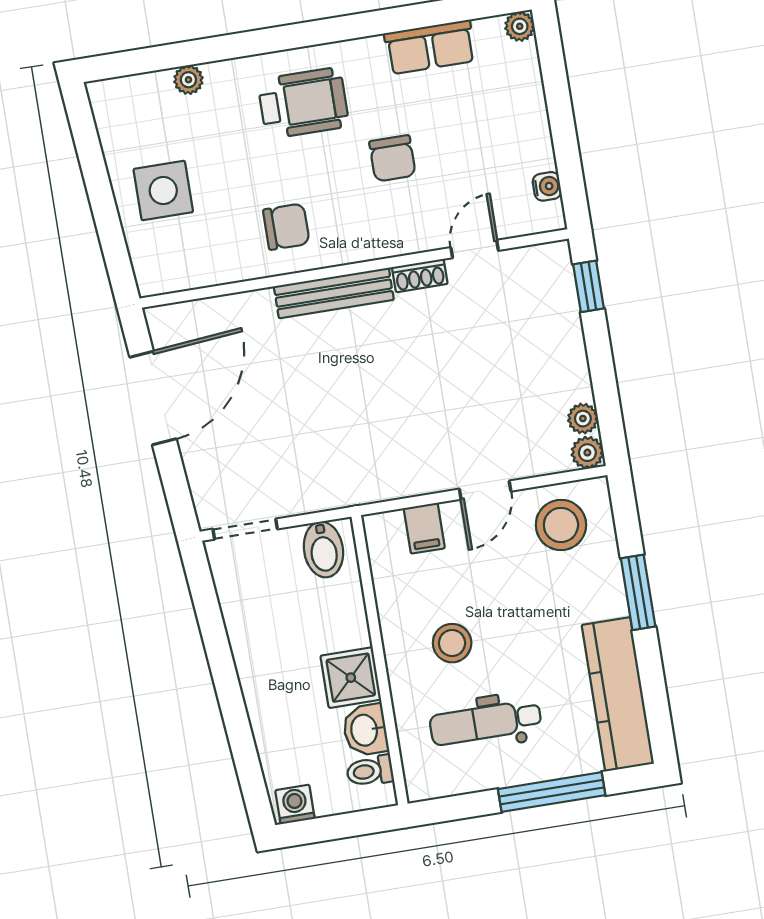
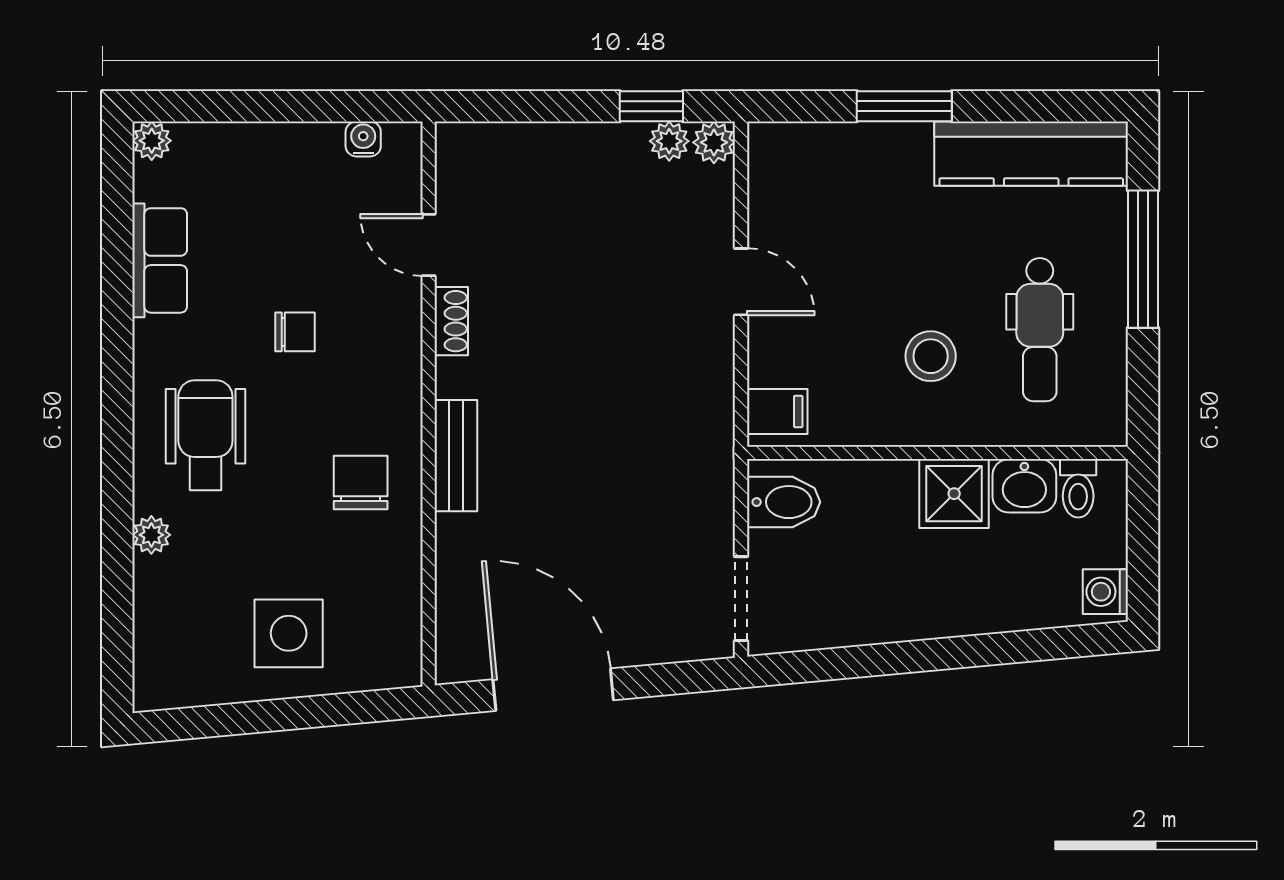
plant: (188, 80) -> (151, 535), moved
chair: (392, 158) -> (295, 332), width x0.73, depth x0.73
window: (589, 286) -> (651, 106), moved
bench: (334, 293) -> (456, 456), width x0.73
stool: (561, 525) -> (802, 192), removed
filing cabinet: (424, 528) -> (777, 412), moved

